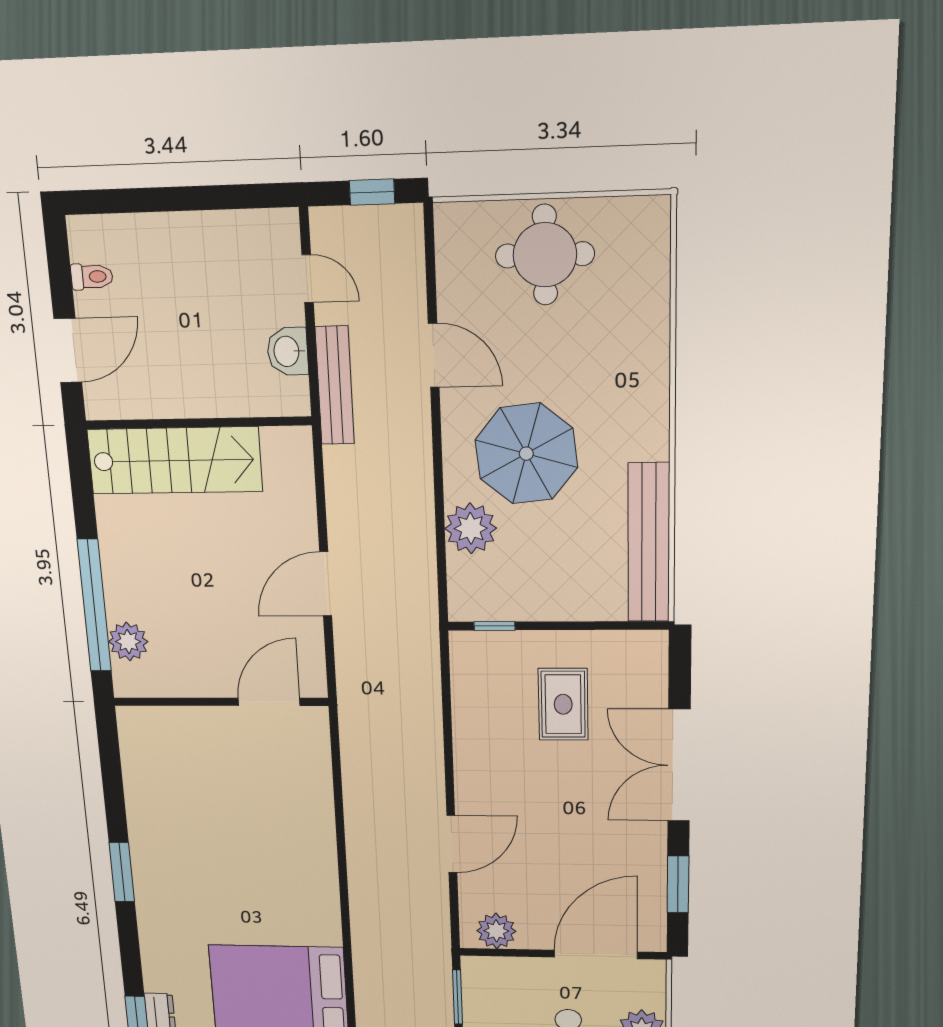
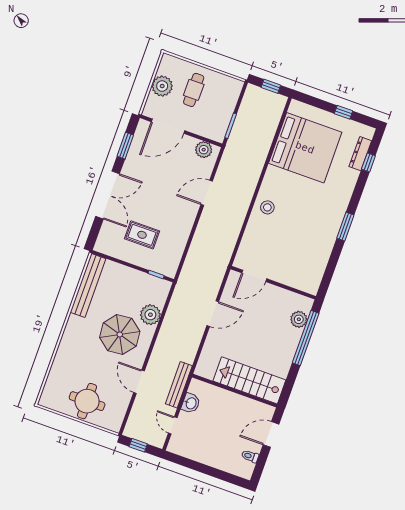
rug: (563, 704) -> (142, 235), turned 90
stool: (305, 857) -> (267, 207), added

